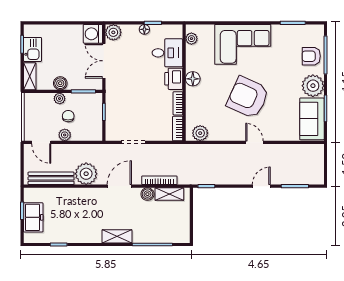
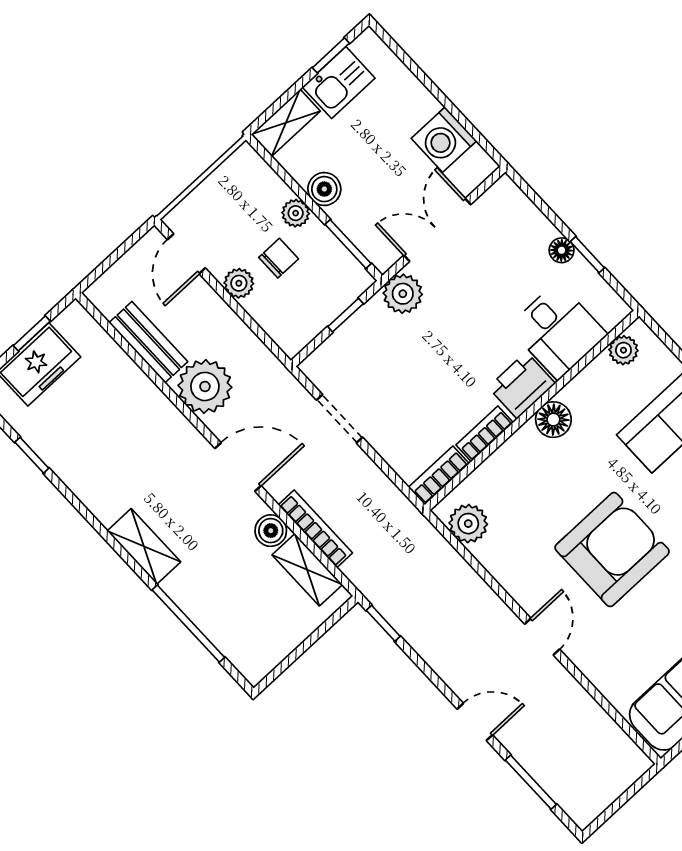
plant: (113, 32) -> (403, 294), moved
washing machine: (93, 34) -> (444, 140), moved, turned -90
armchair: (248, 97) -> (612, 550), turned 66
bench: (51, 178) -> (148, 342), width x0.73

